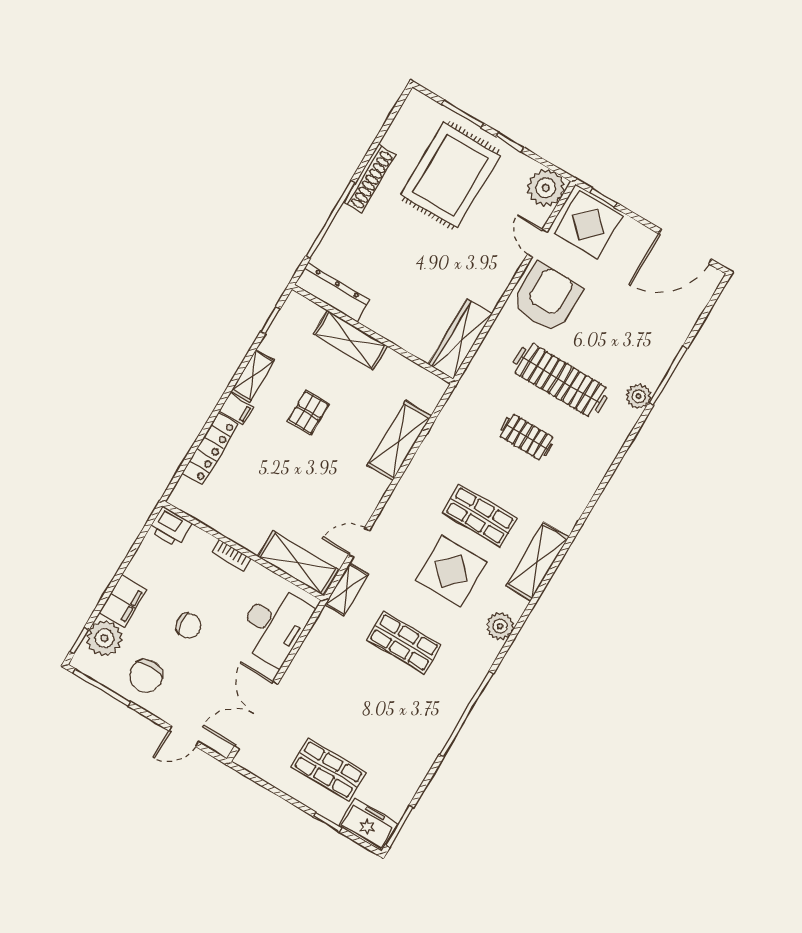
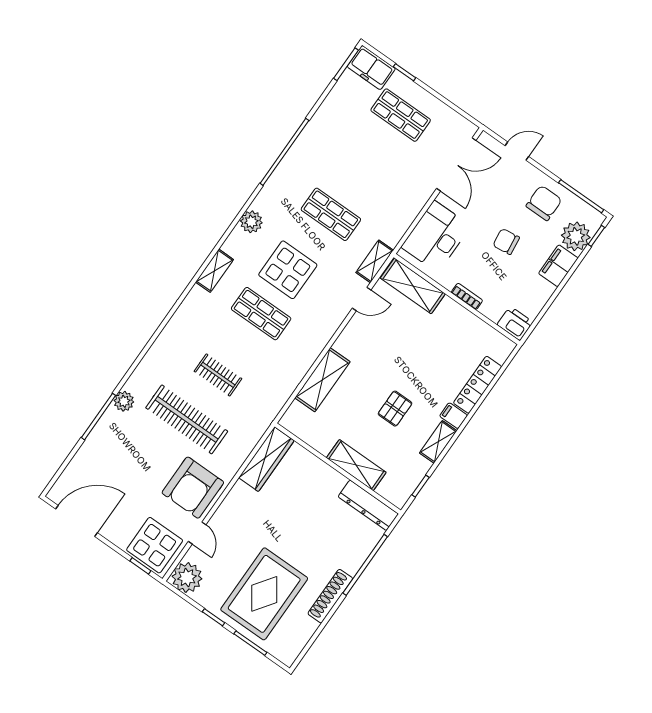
shelving: (537, 561) -> (214, 271), width x0.67, depth x0.75

